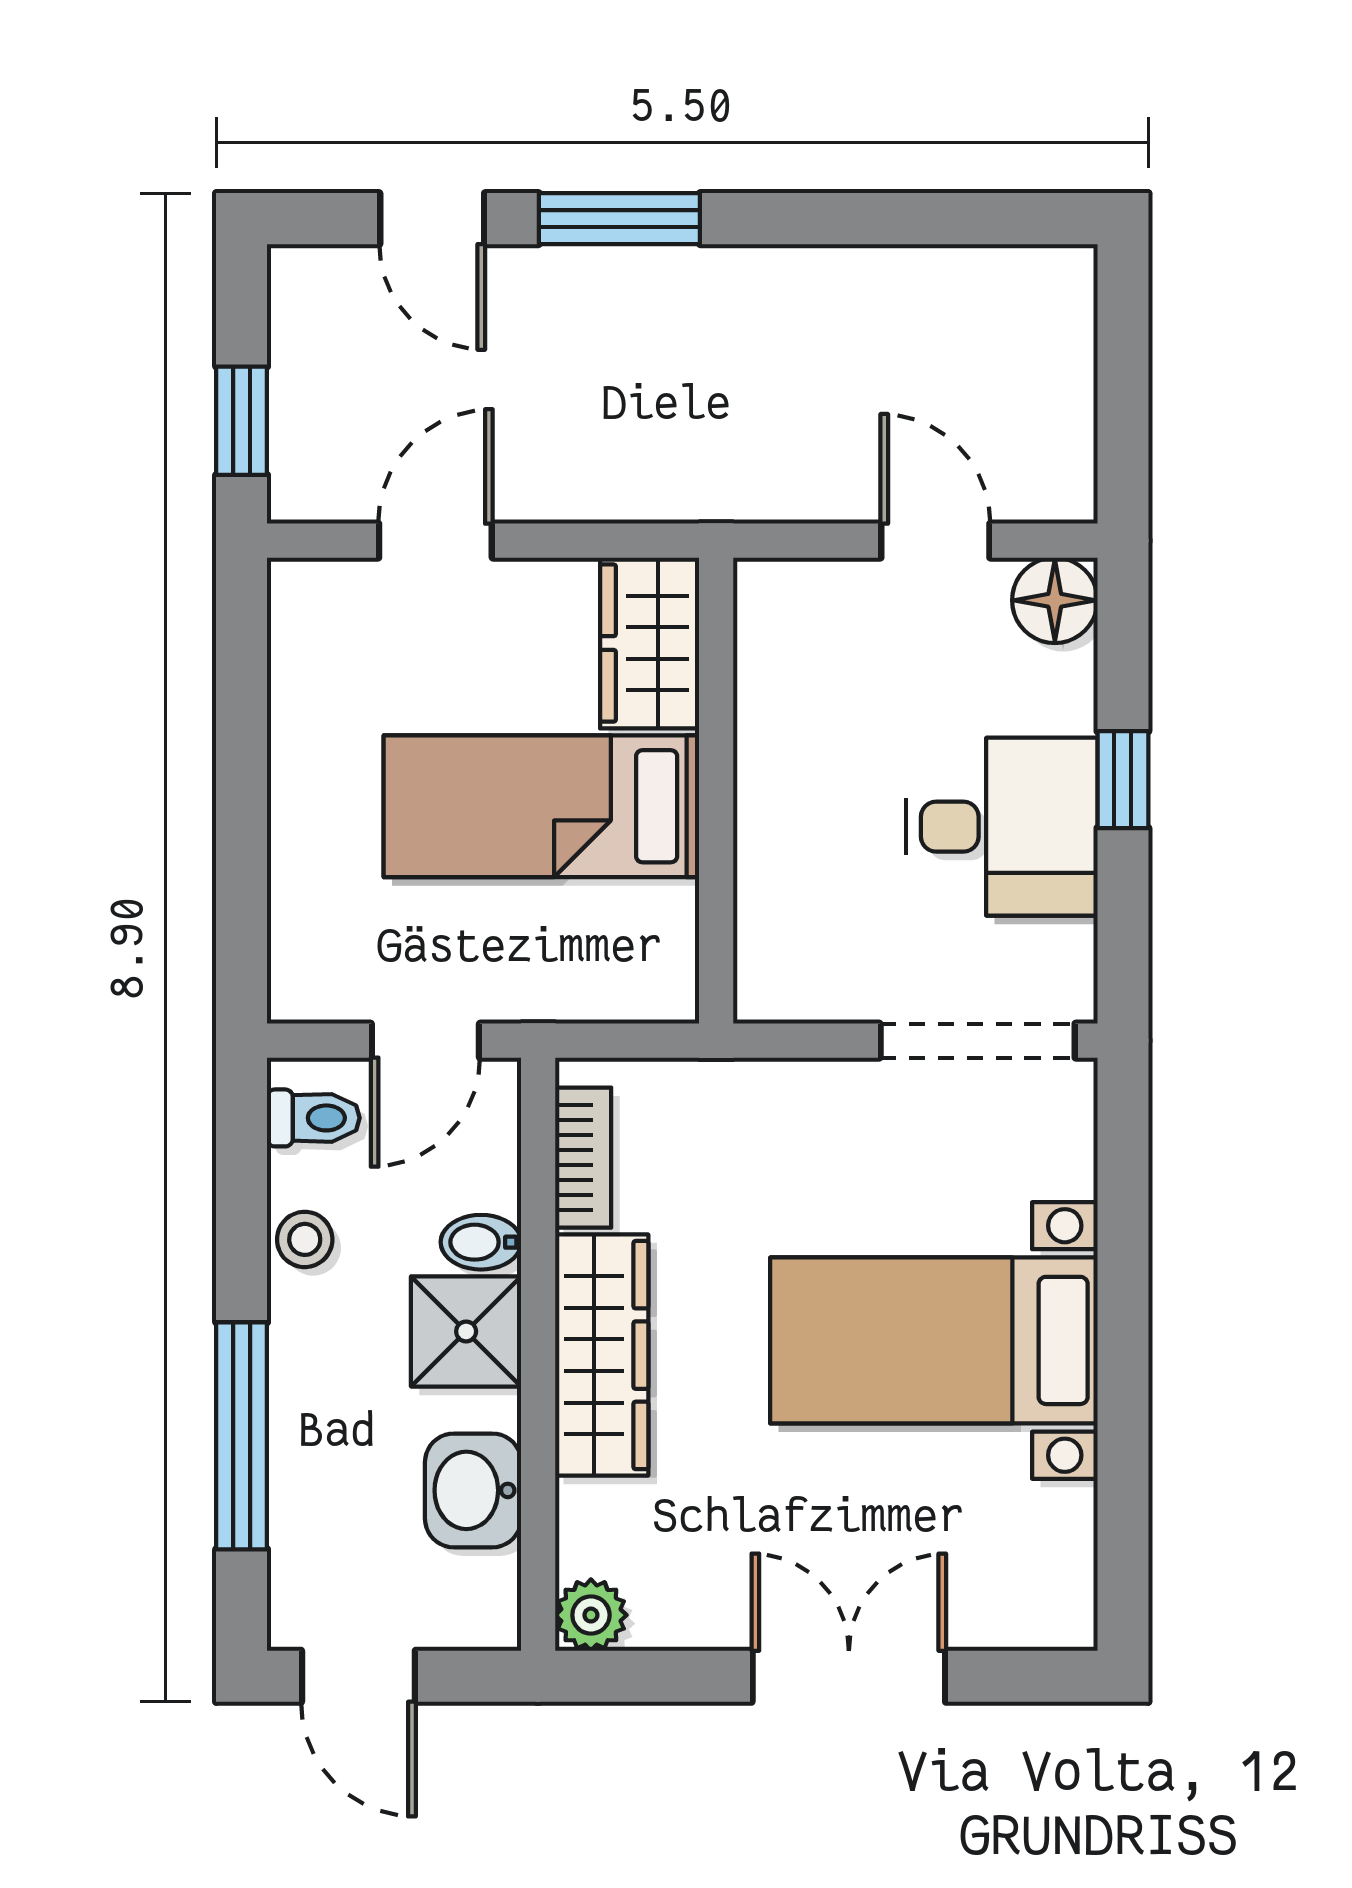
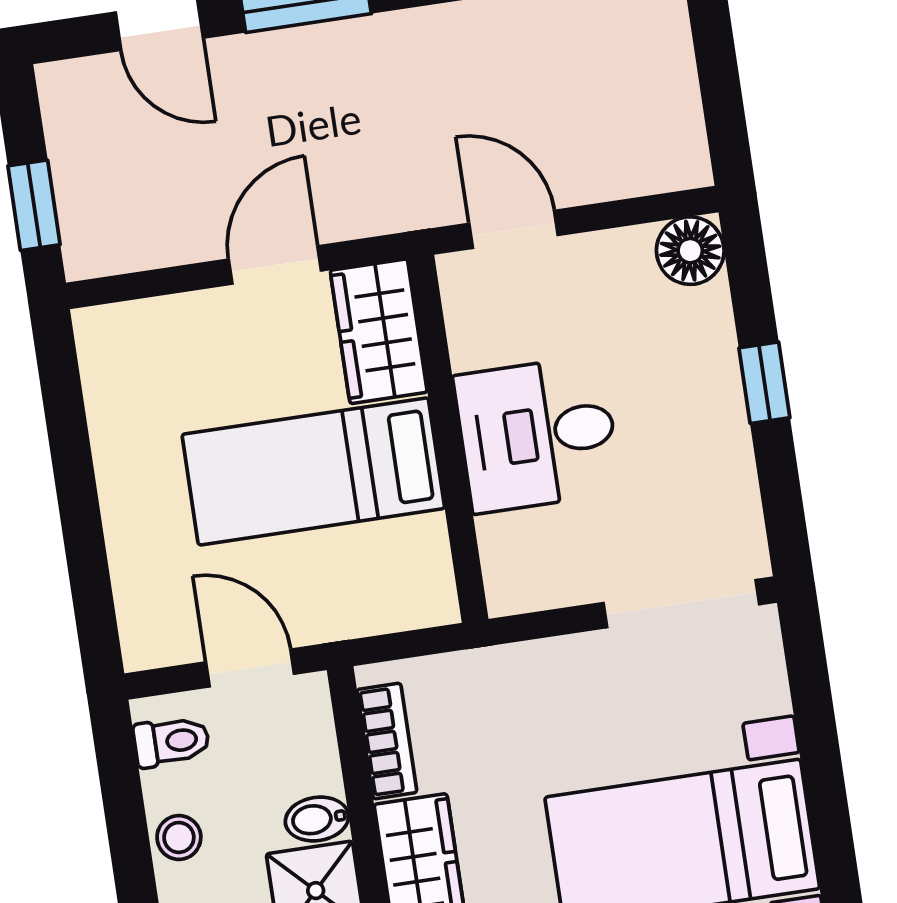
door: (435, 541) -> (275, 265), moved
door: (935, 541) -> (513, 229), moved
desk: (1002, 827) -> (537, 434), moved, turned 180
door: (425, 1041) -> (250, 668), swing flipped

